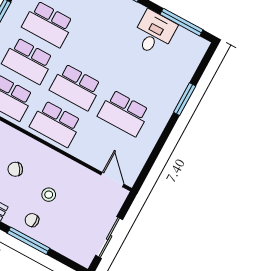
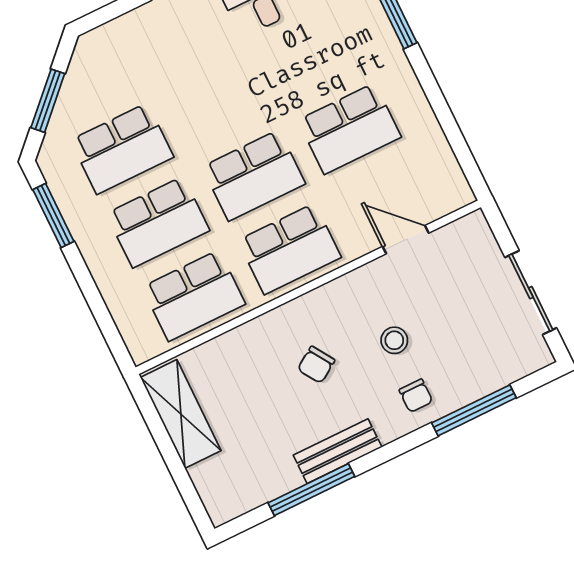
door: (112, 180) -> (406, 240), moved
chair: (32, 220) -> (416, 396), turned -90
window: (28, 241) -> (474, 410), moved

